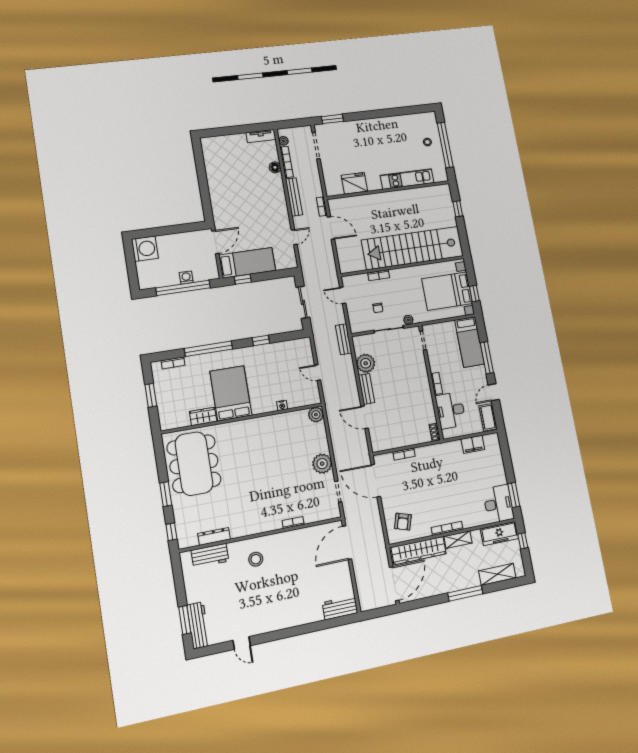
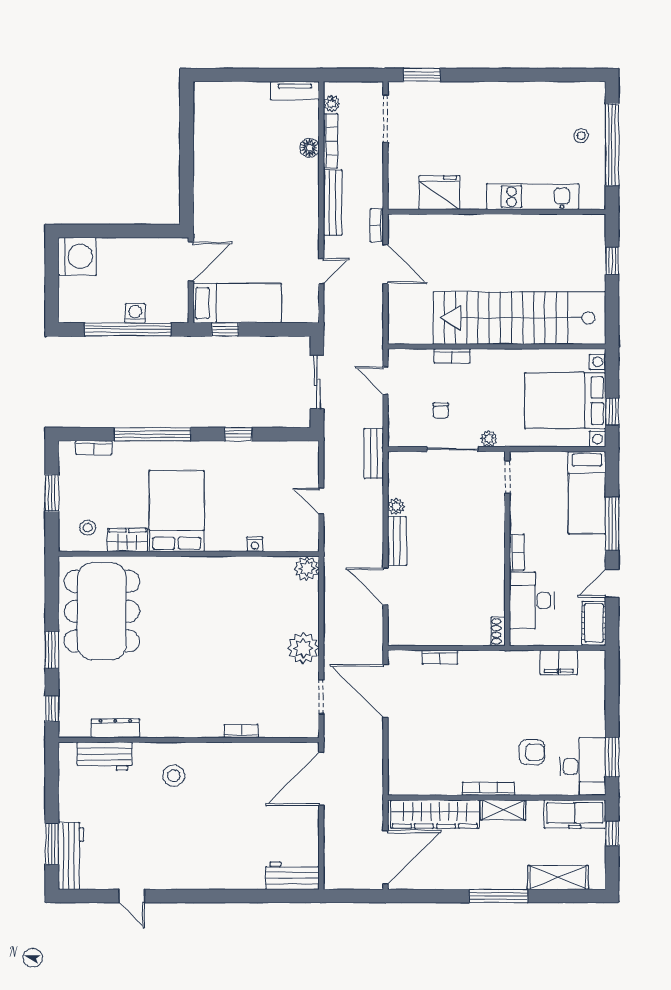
plant: (366, 363) -> (396, 506), width x0.53, depth x0.53
stool: (177, 413) -> (88, 528), added
armchair: (403, 522) -> (532, 752), moved, turned -107

